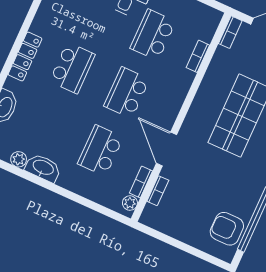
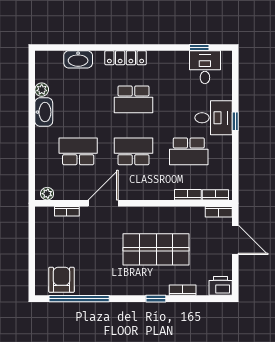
school desk: (153, 35) -> (189, 151), turned 180
bookcase: (141, 182) -> (215, 195), moved

